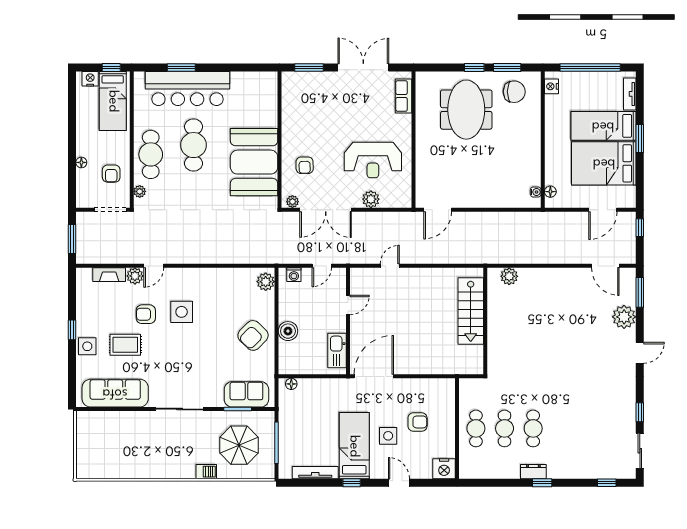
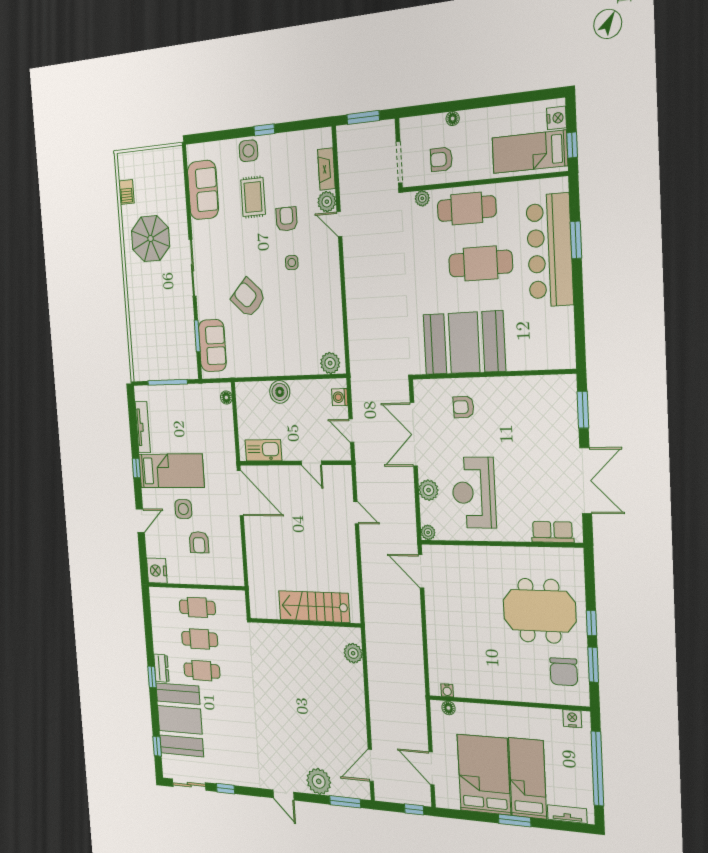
plant: (292, 202) -> (428, 532), moved
side table: (182, 312) -> (292, 263), width x0.54, depth x0.54
armchair: (253, 335) -> (248, 298), moved
sofa: (115, 393) -> (203, 190), width x0.73
parasol: (239, 445) -> (151, 239), moved
booth: (580, 456) -> (180, 720), added
barbecue: (206, 472) -> (126, 192), moved

